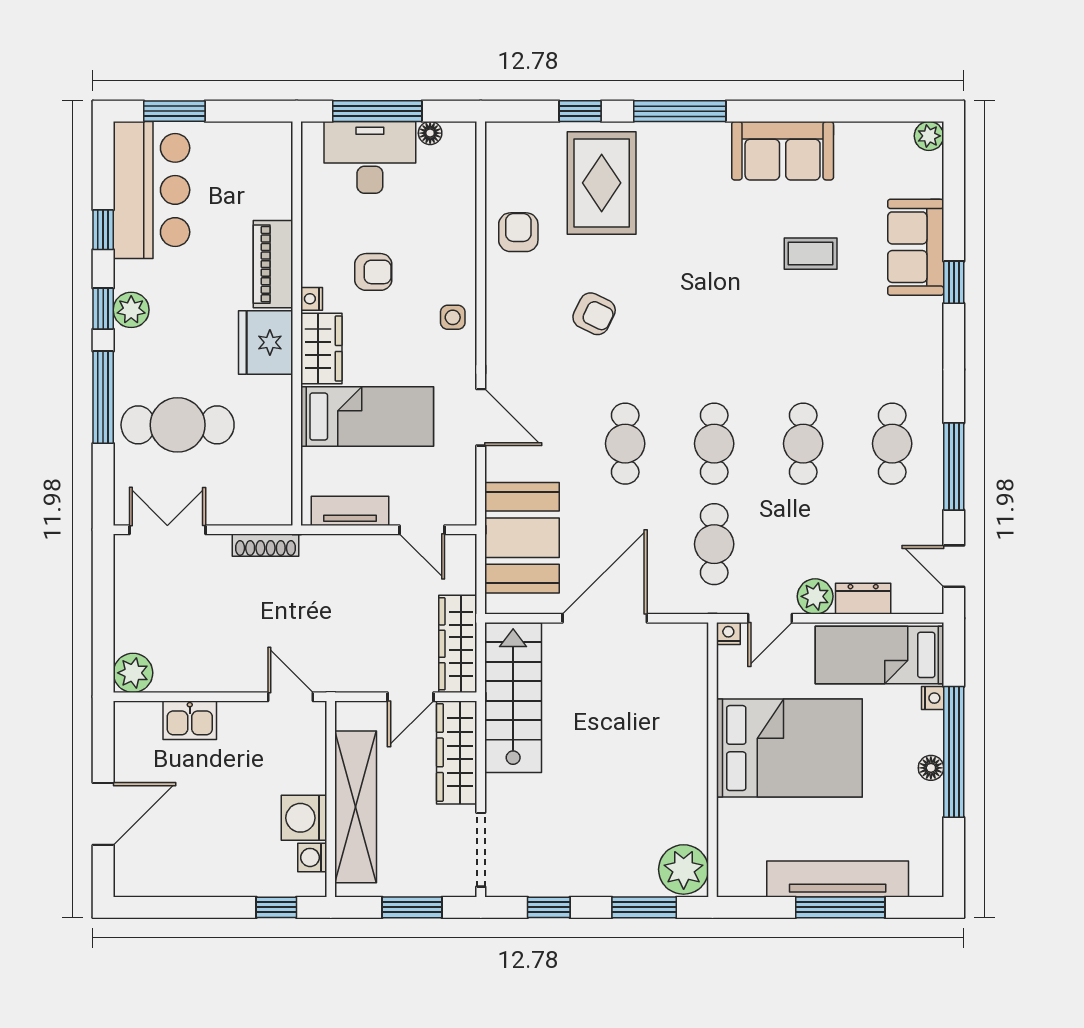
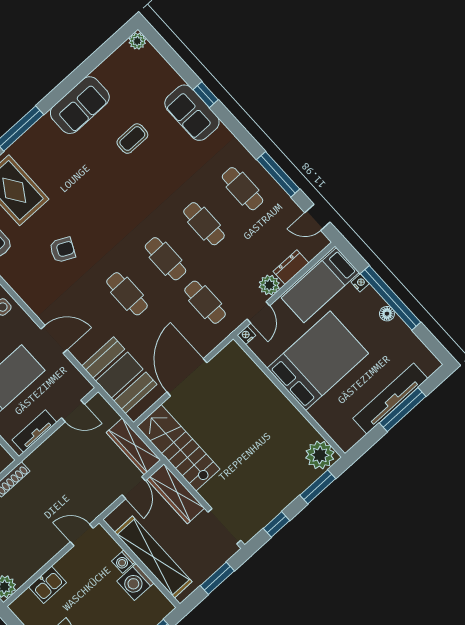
sofa: (916, 247) -> (192, 113), moved
washing machine: (312, 857) -> (123, 562), moved

